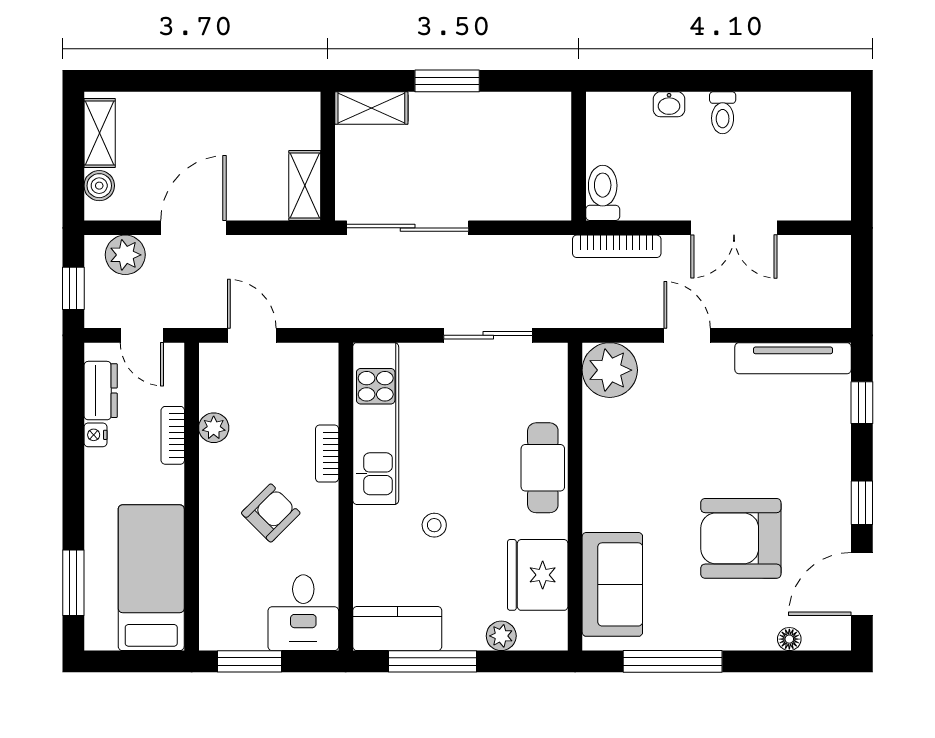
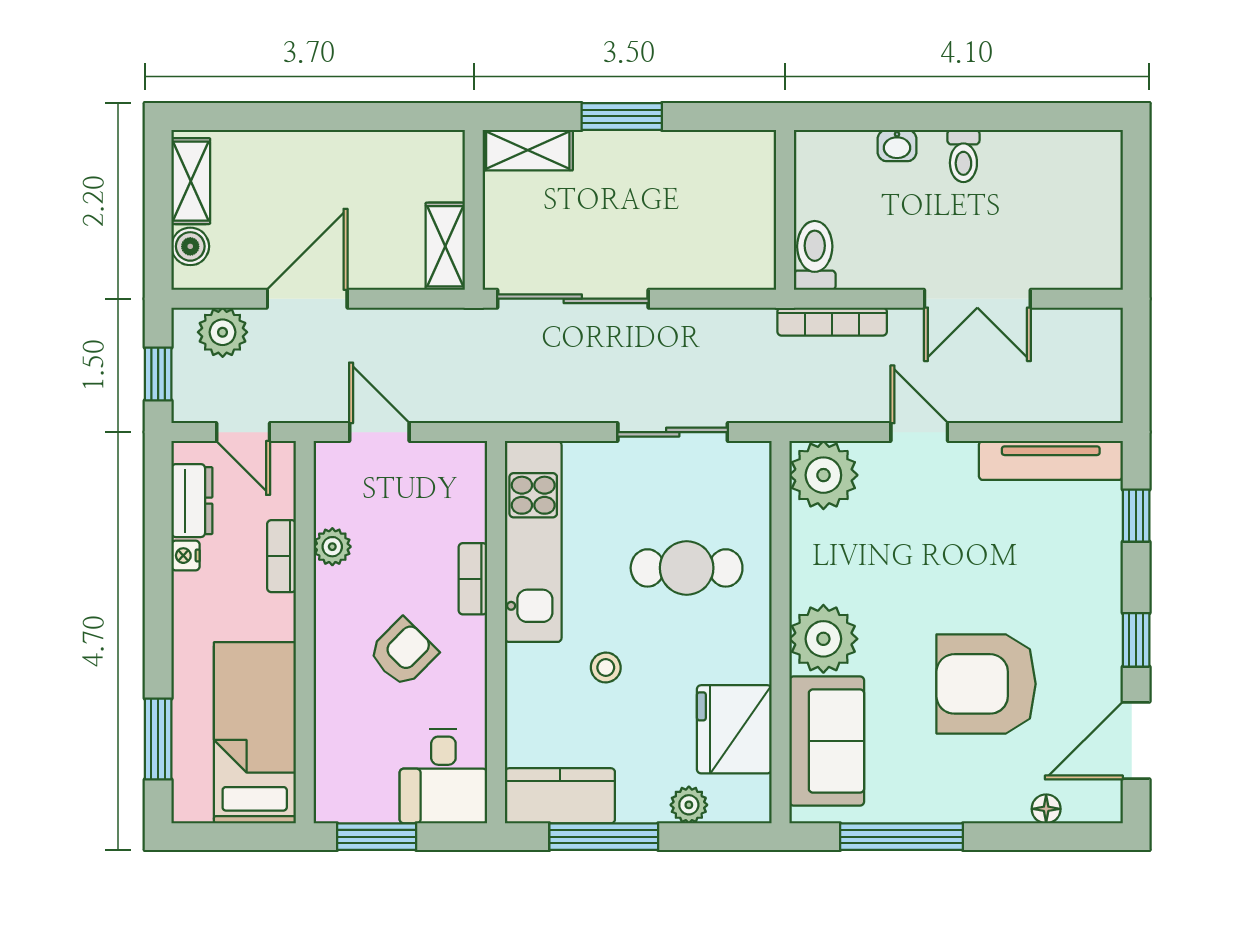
cafe table: (543, 468) -> (687, 568), moved, turned 90
plant: (610, 502) -> (823, 639), added

